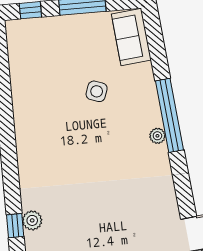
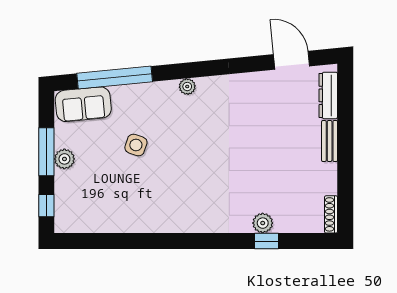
plant: (77, 24) -> (64, 159), added
window: (169, 115) -> (115, 77), moved

